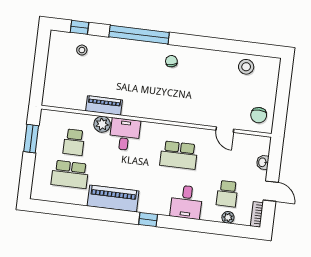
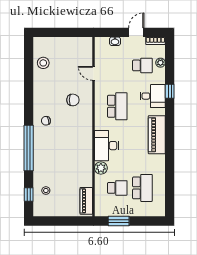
piano: (104, 105) -> (86, 201), moved
chair: (259, 115) -> (73, 100), moved
door: (225, 130) -> (93, 73), swing flipped
desk: (125, 134) -> (107, 146), width x1.37
piano: (113, 198) -> (157, 135), moved
window: (148, 220) -> (170, 91), moved

